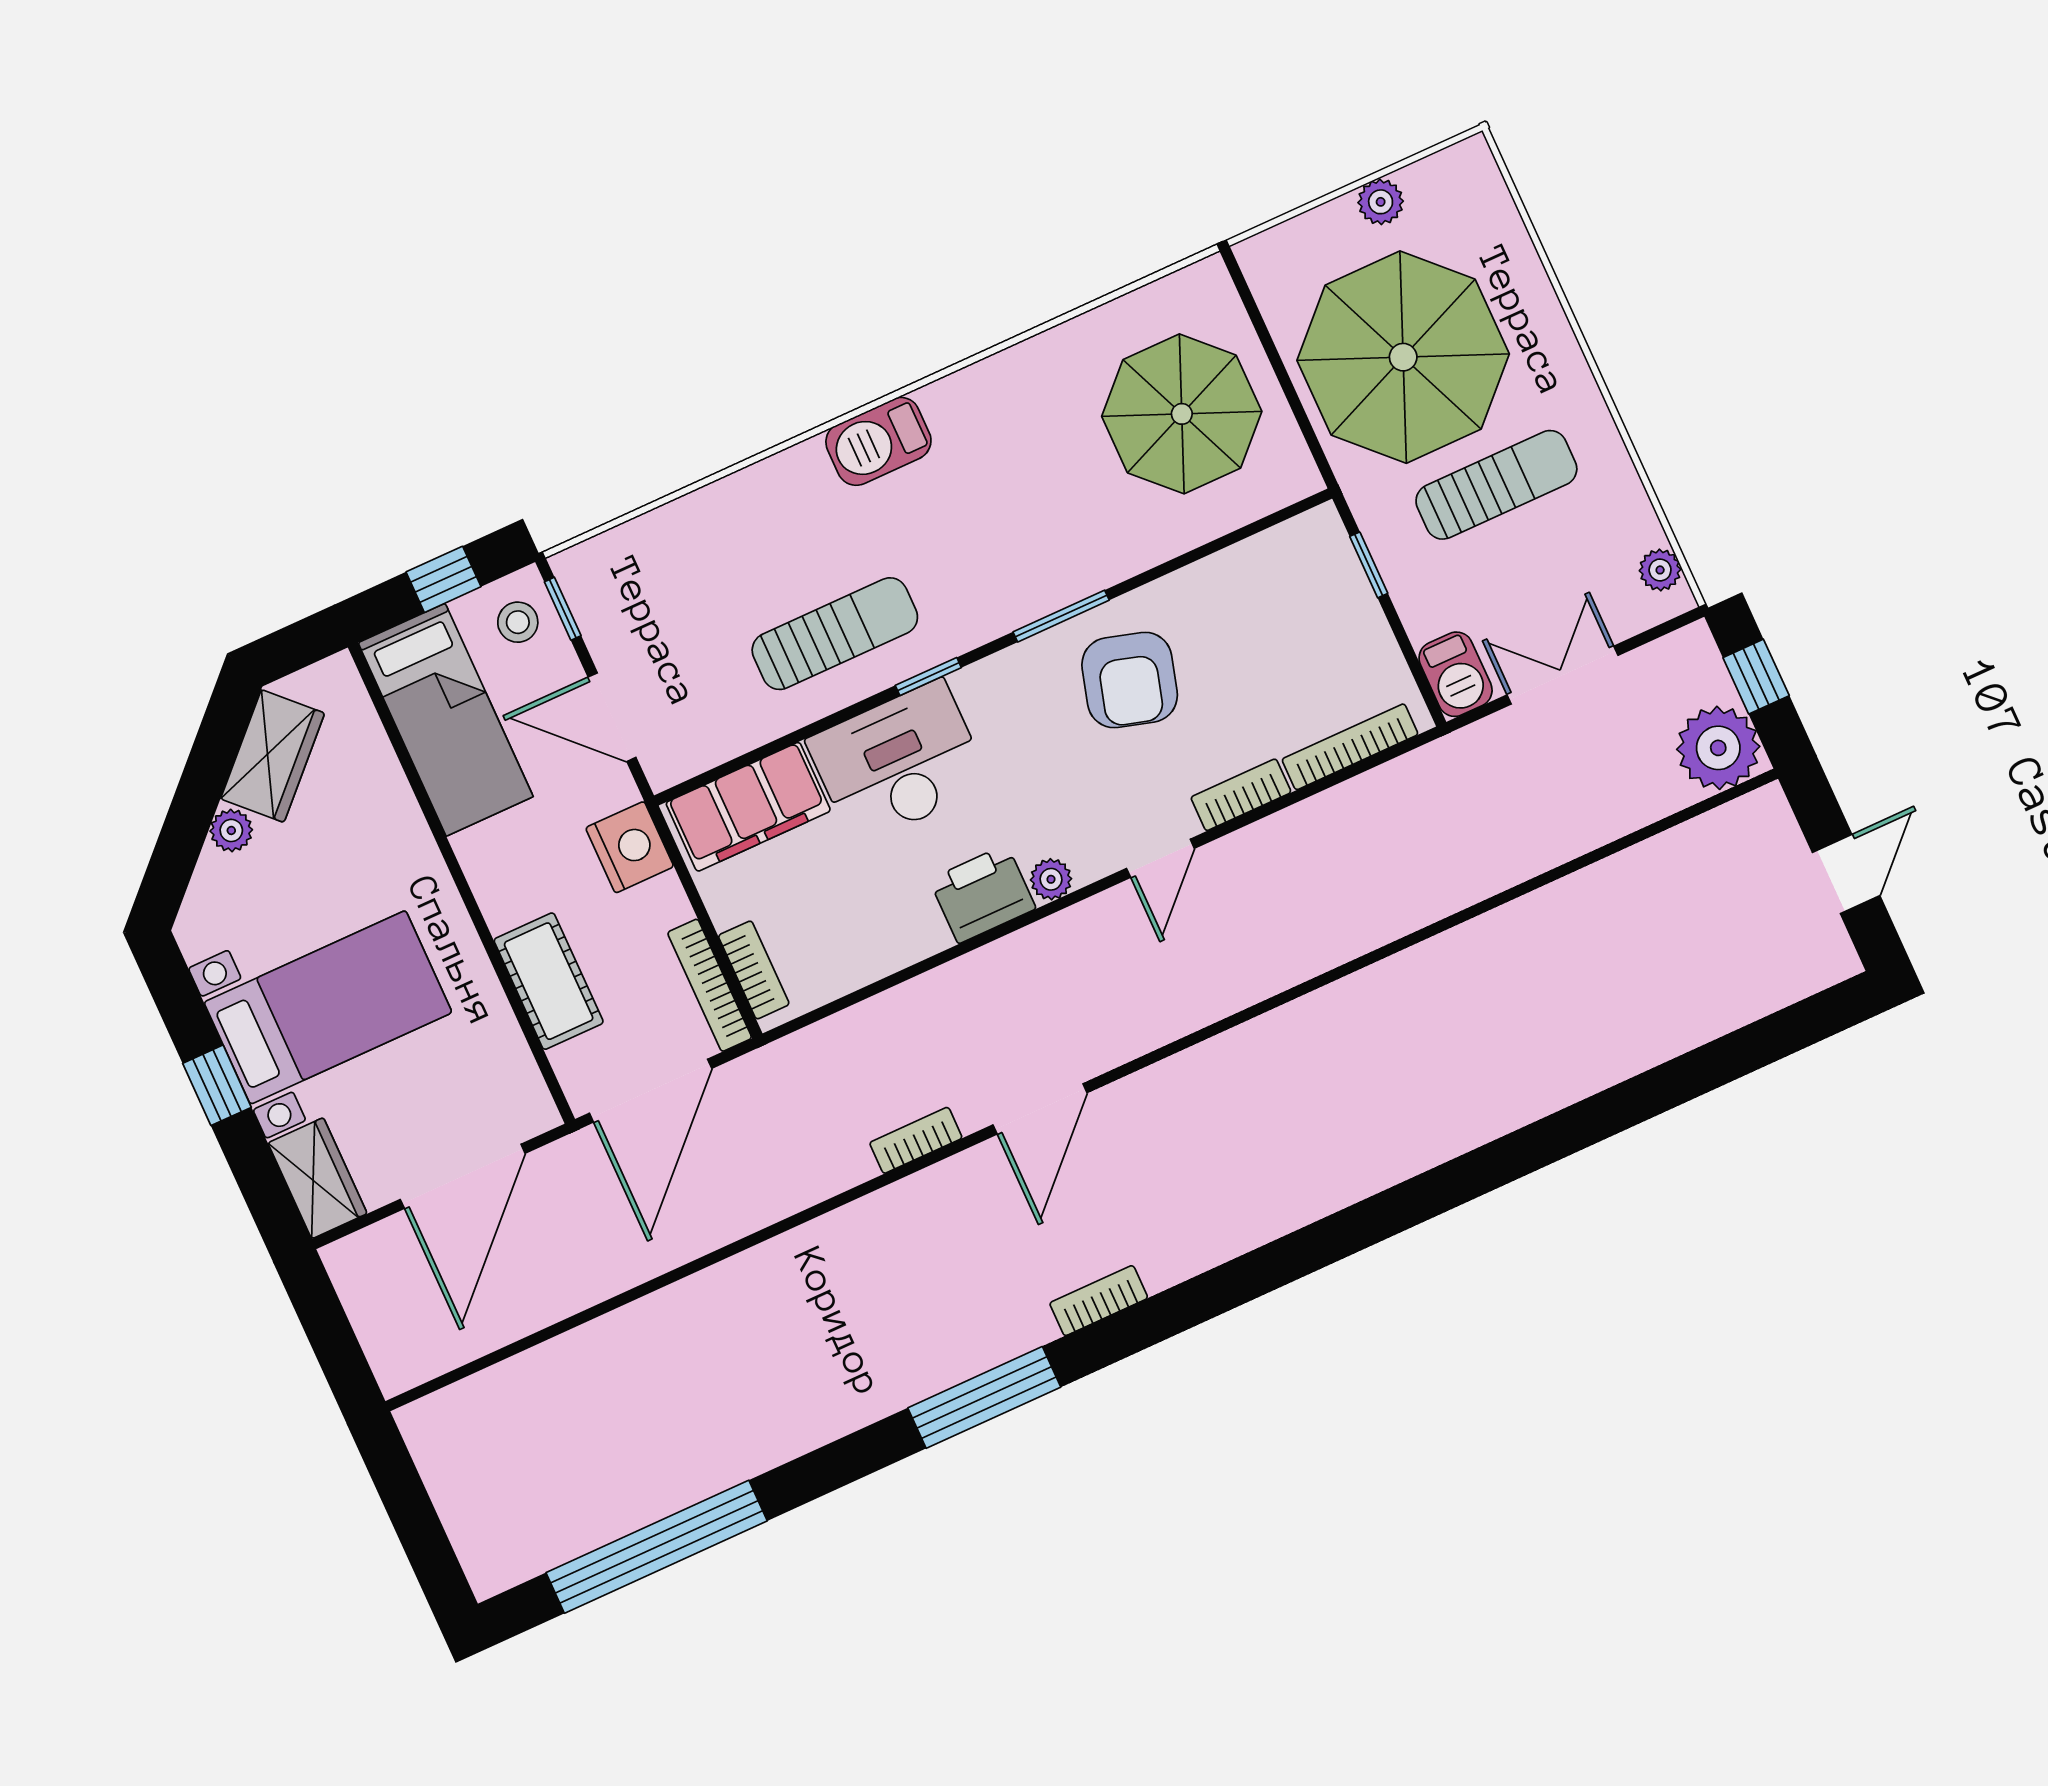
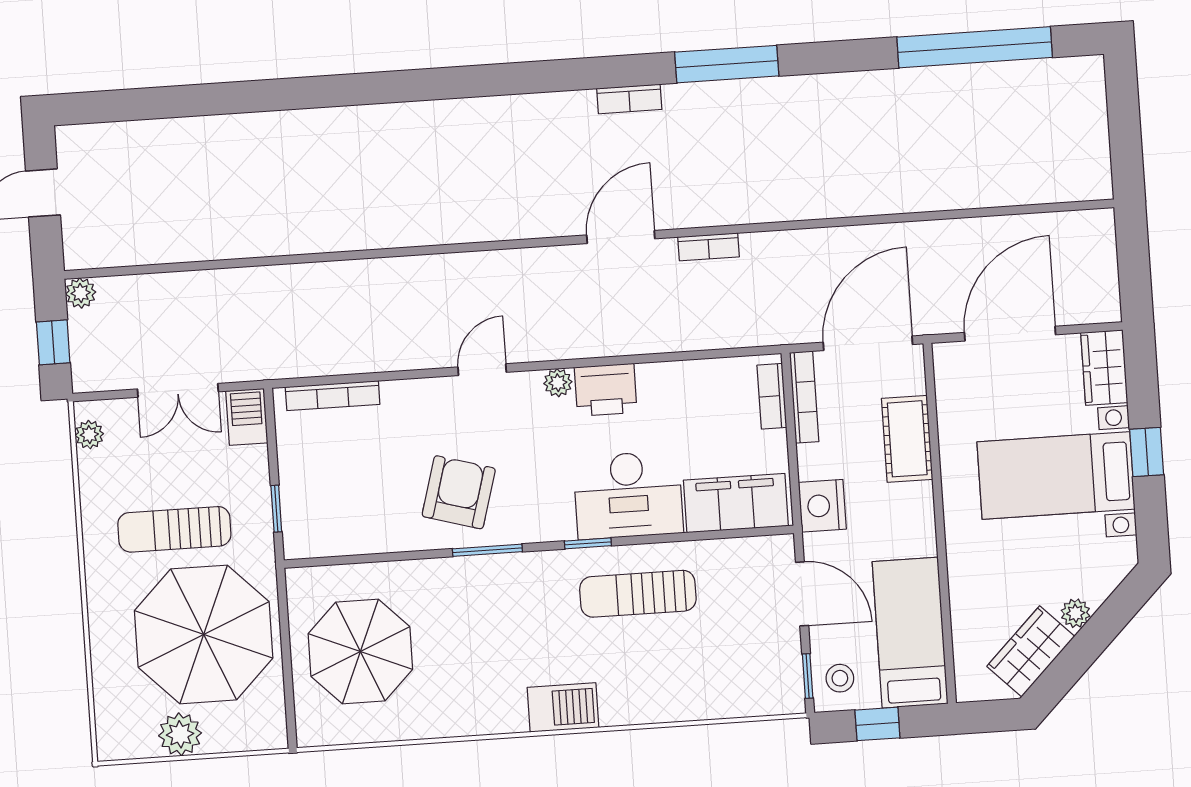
plant: (1381, 202) -> (180, 734), width x1.38, depth x1.38
plant: (1718, 748) -> (81, 293), width x0.53, depth x0.53
bookcase: (1241, 795) -> (415, 391), removed

